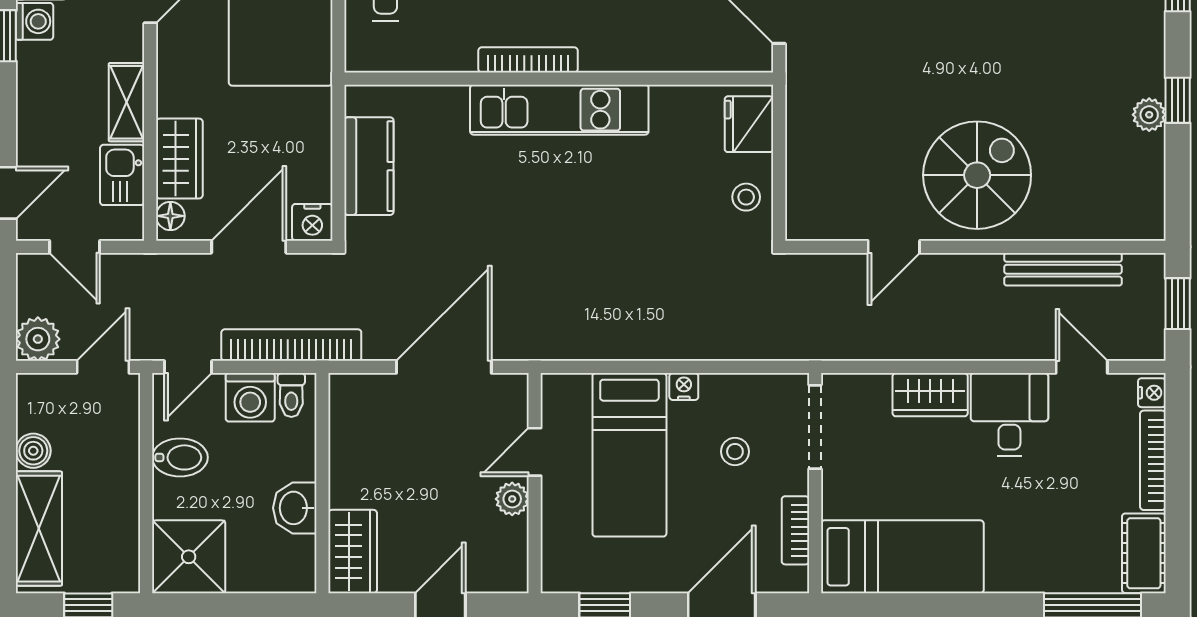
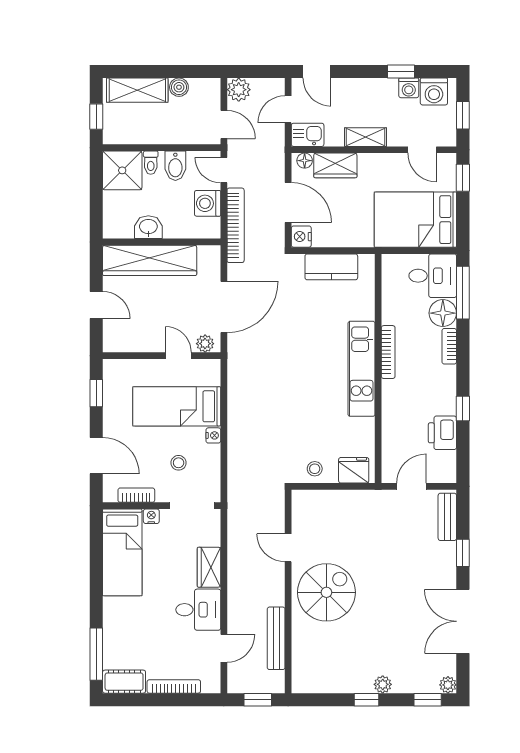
plant: (1149, 115) -> (383, 684), moved
kitchen sink: (122, 175) -> (308, 135), moved
spiral stairs: (977, 175) -> (326, 592), turned -90
door: (444, 367) -> (224, 307), hinge flipped
nightstand: (1152, 393) -> (151, 516), moved, turned 180
toilet: (291, 395) -> (151, 163), moved, turned -90
plant: (512, 499) -> (205, 344), moved
wardrobe: (353, 551) -> (150, 260), width x2.10, depth x1.17

